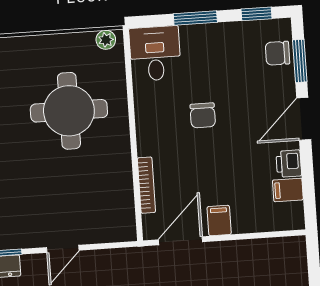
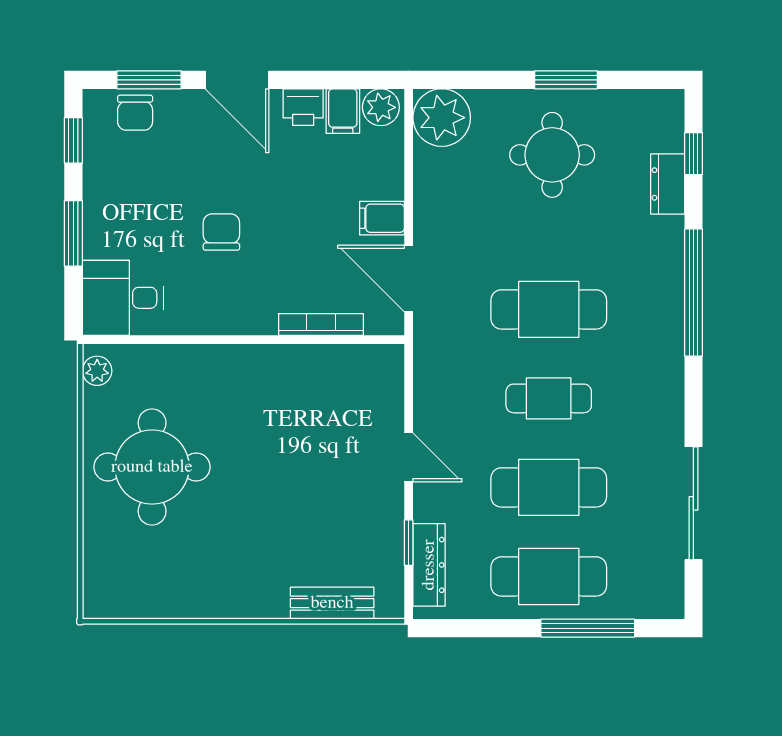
round table: (69, 111) -> (152, 467), moved
chair: (203, 115) -> (221, 232), turned -90
plant: (292, 215) -> (381, 107), added
plant: (288, 255) -> (442, 118), added

